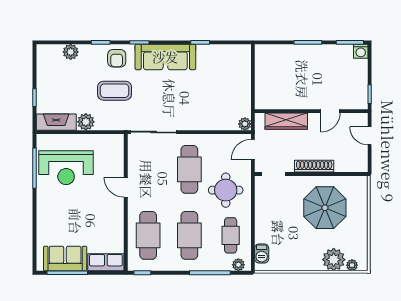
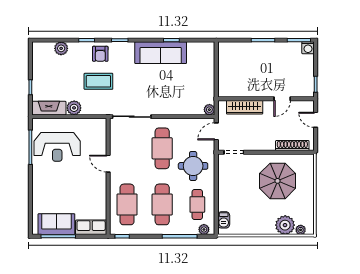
sofa: (165, 57) -> (161, 53), moved
shoe rack: (314, 166) -> (292, 146), moved

